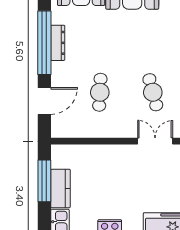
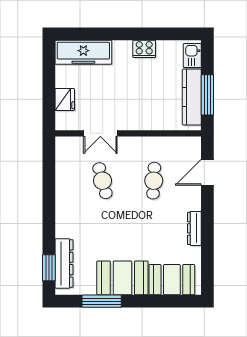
window: (44, 43) -> (207, 229), removed
kitchen counter: (60, 188) -> (192, 97), width x1.50

